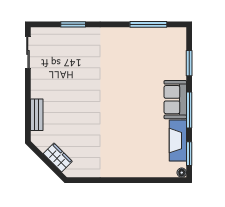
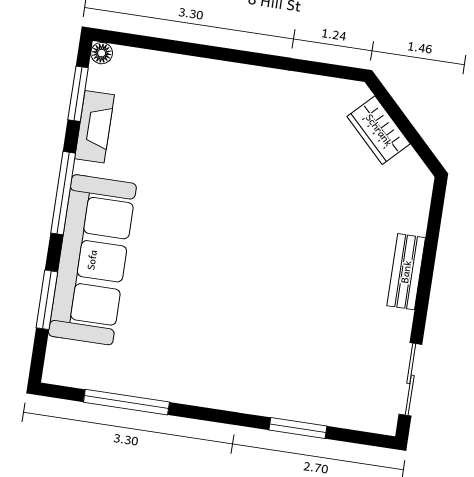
sofa: (175, 100) -> (92, 260), width x1.85, depth x1.27
bench: (37, 115) -> (406, 272), moved
fireplace: (178, 141) -> (95, 127), width x0.73, depth x0.76

